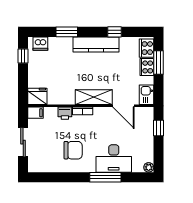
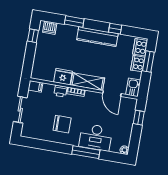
fridge: (37, 96) -> (63, 77), moved

